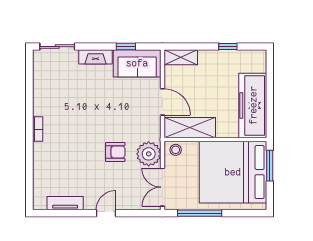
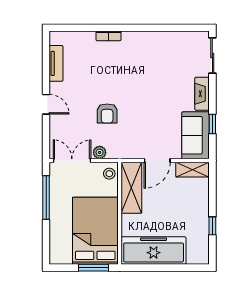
shelving: (181, 57) -> (192, 170), moved, turned 90
bookcase: (38, 129) -> (108, 36), moved
plant: (149, 154) -> (100, 152), width x0.53, depth x0.53
bed: (233, 172) -> (95, 231), width x0.73

